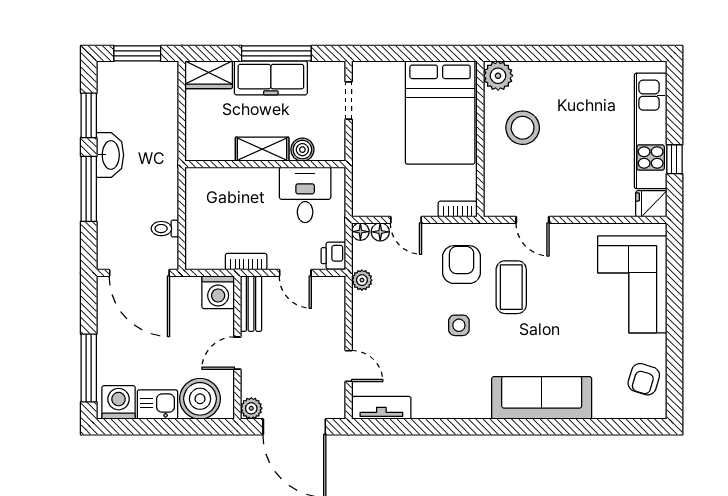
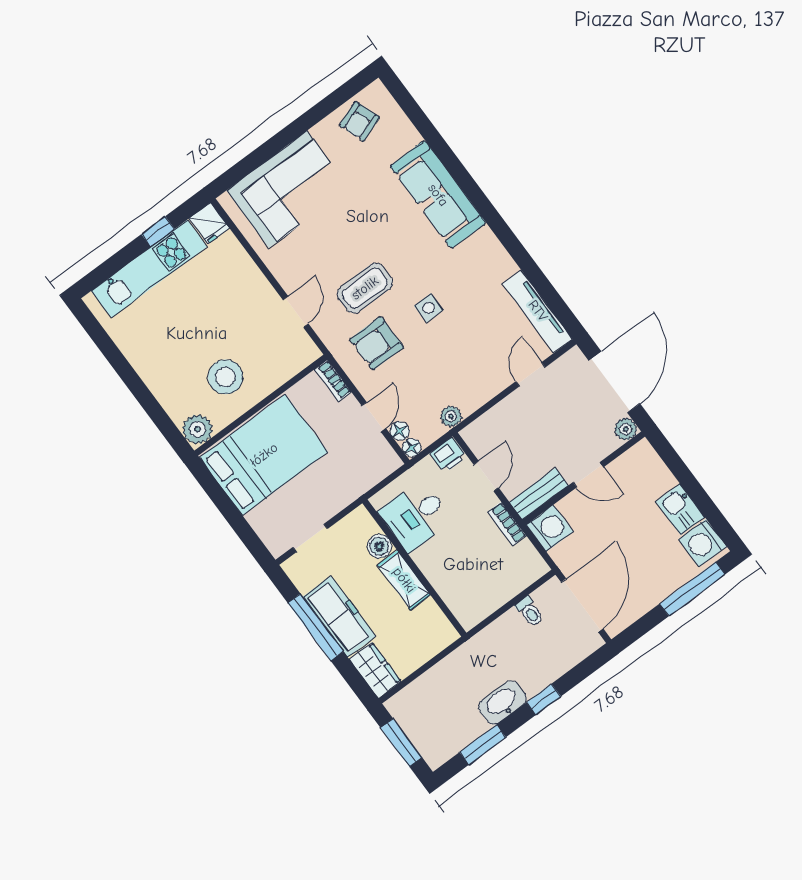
window: (89, 189) -> (544, 699), width x0.46
armchair: (644, 379) -> (359, 121), turned 143
boiler: (200, 399) -> (649, 478), removed
tv unit: (381, 408) -> (538, 311), width x1.41

